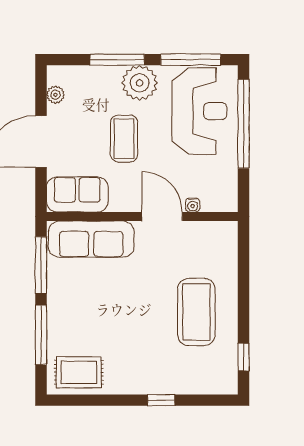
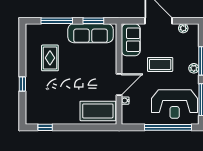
plant: (140, 83) -> (194, 68), width x0.53, depth x0.53
sofa: (91, 239) -> (91, 33), moved, turned -90
window: (41, 265) -> (93, 21), width x0.69
coffee table: (196, 312) -> (98, 111), moved
rug: (79, 372) -> (50, 58), moved

